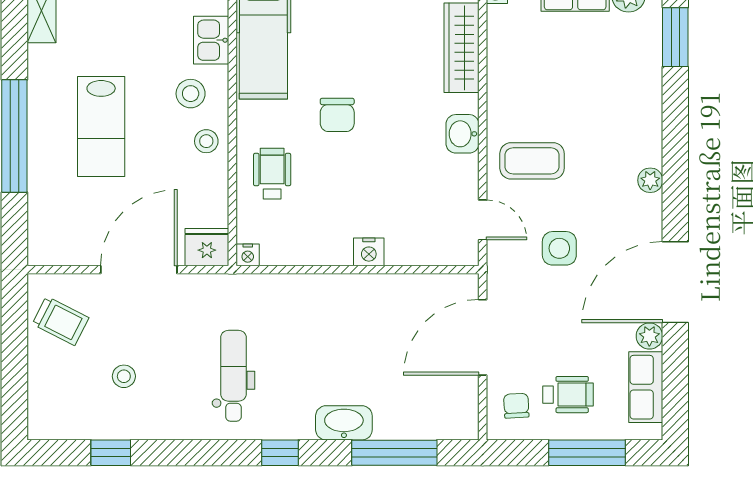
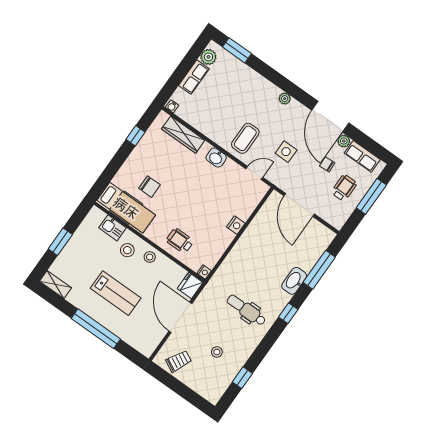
chair: (337, 115) -> (149, 187), moved
chair: (516, 406) -> (327, 164), moved

